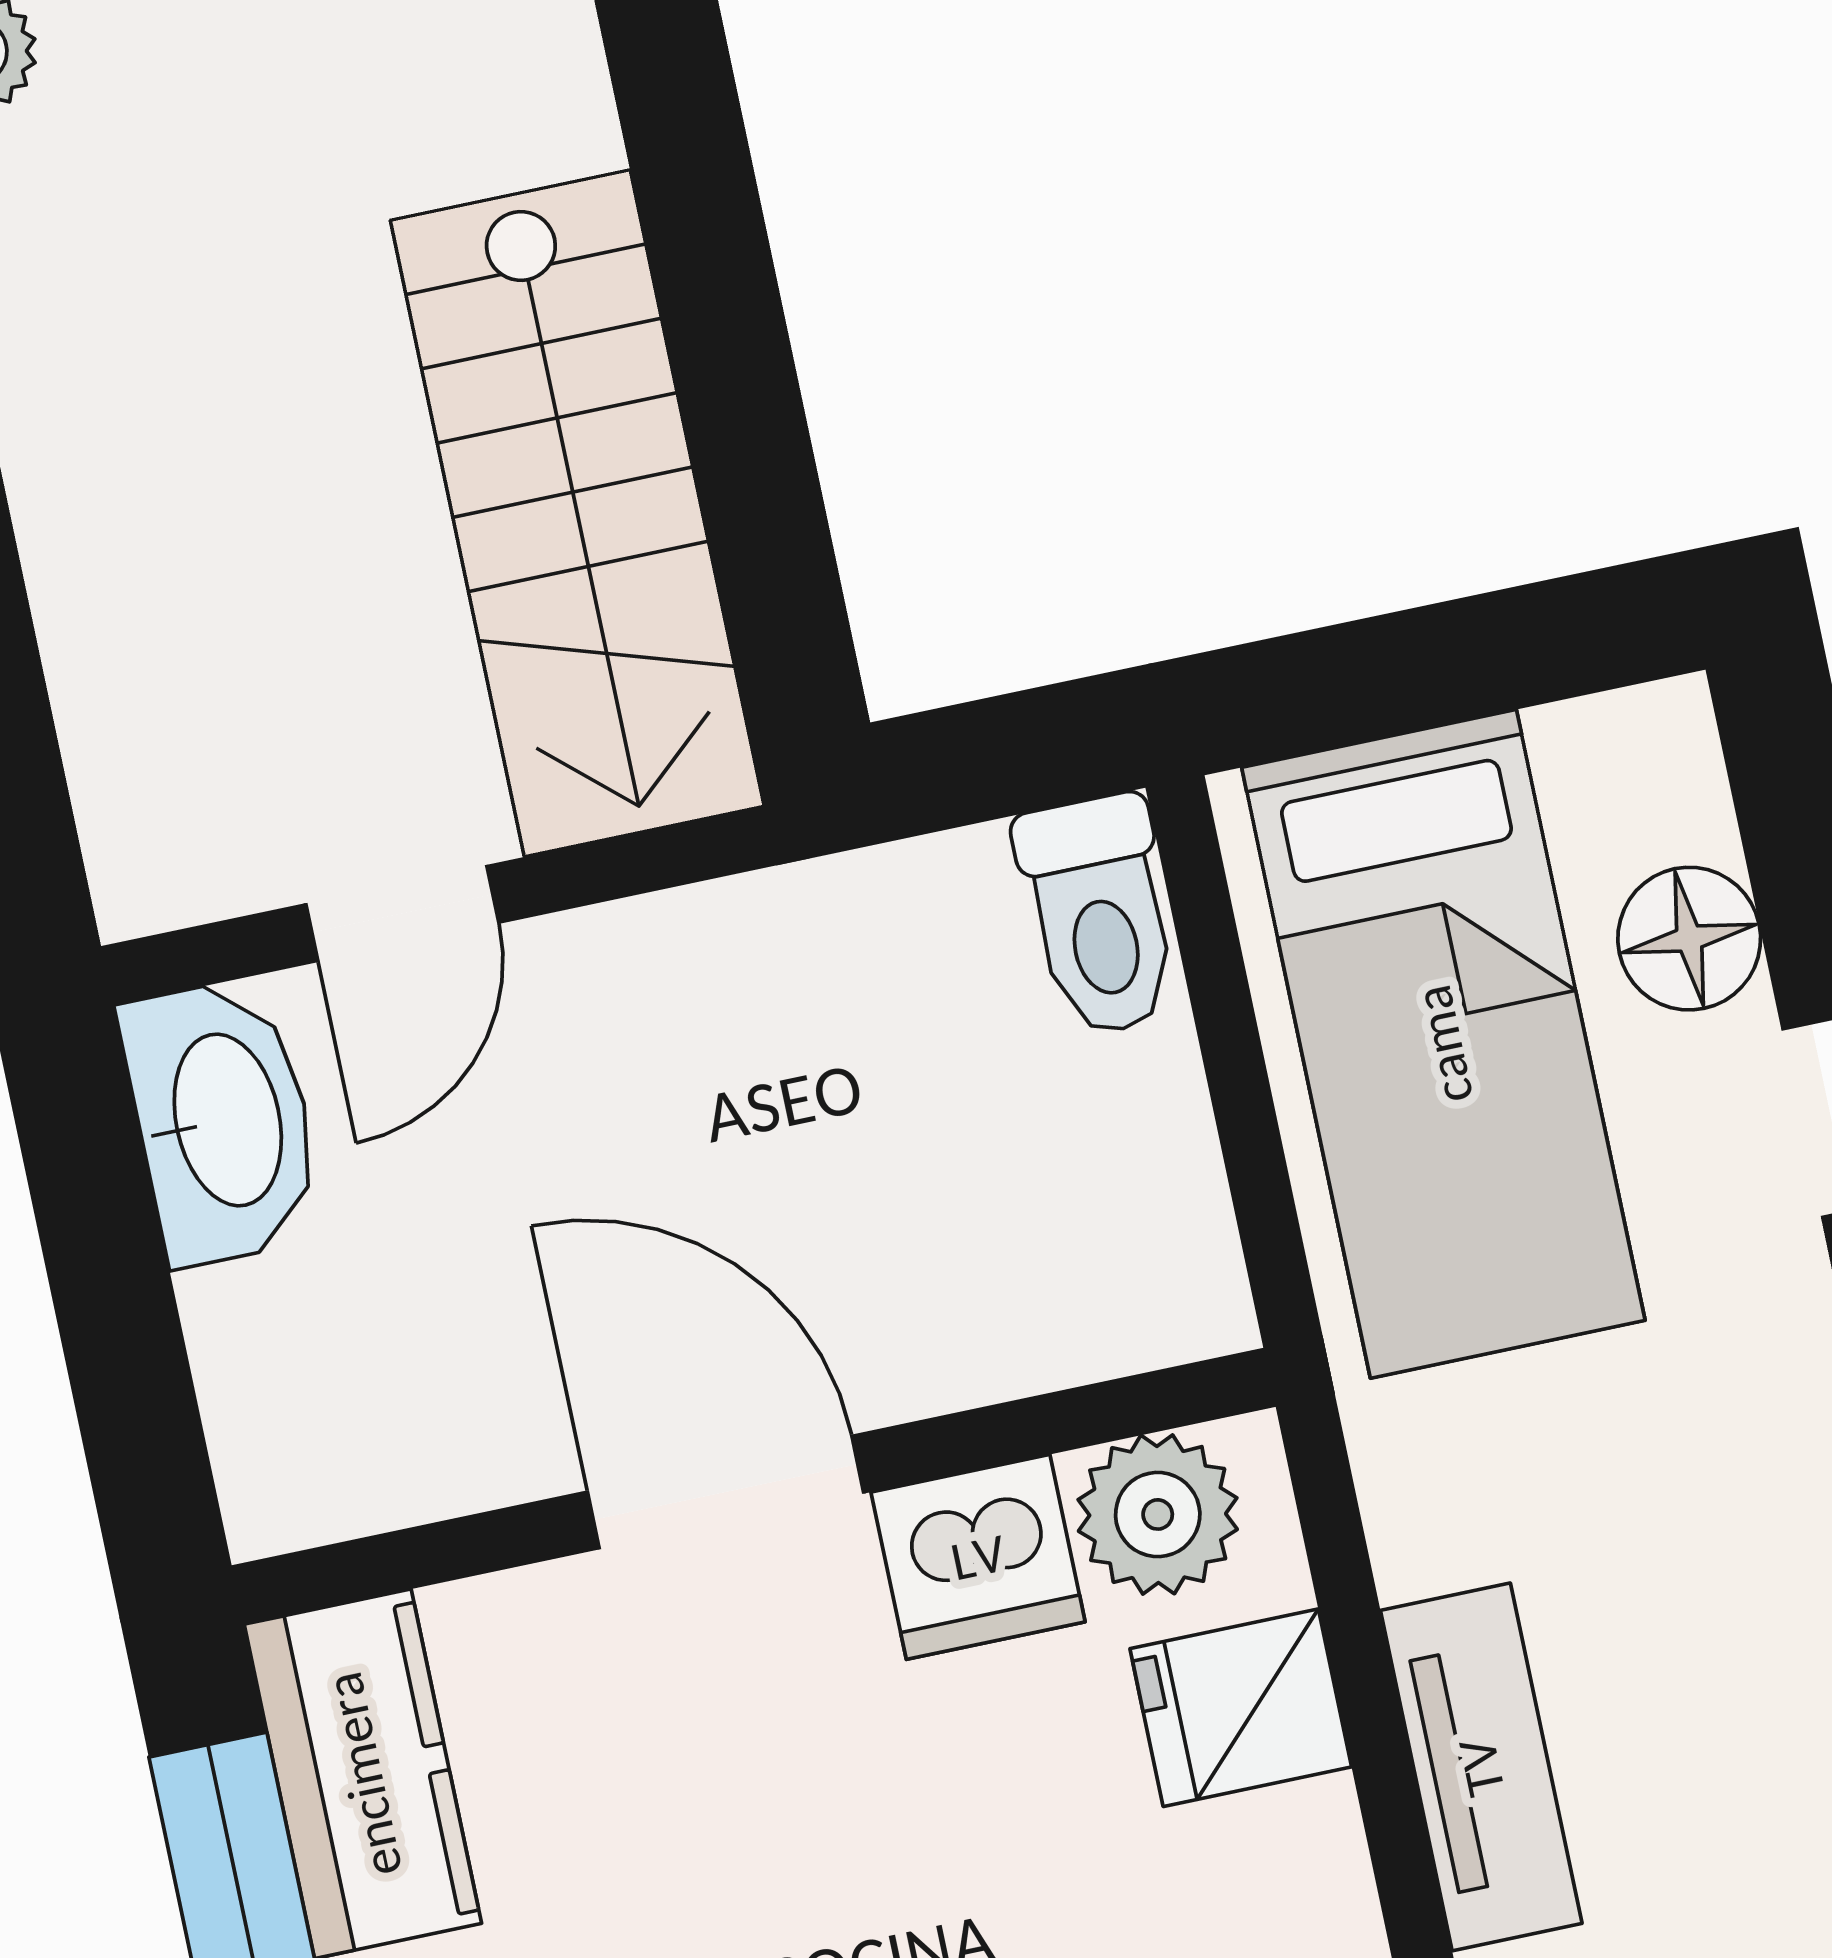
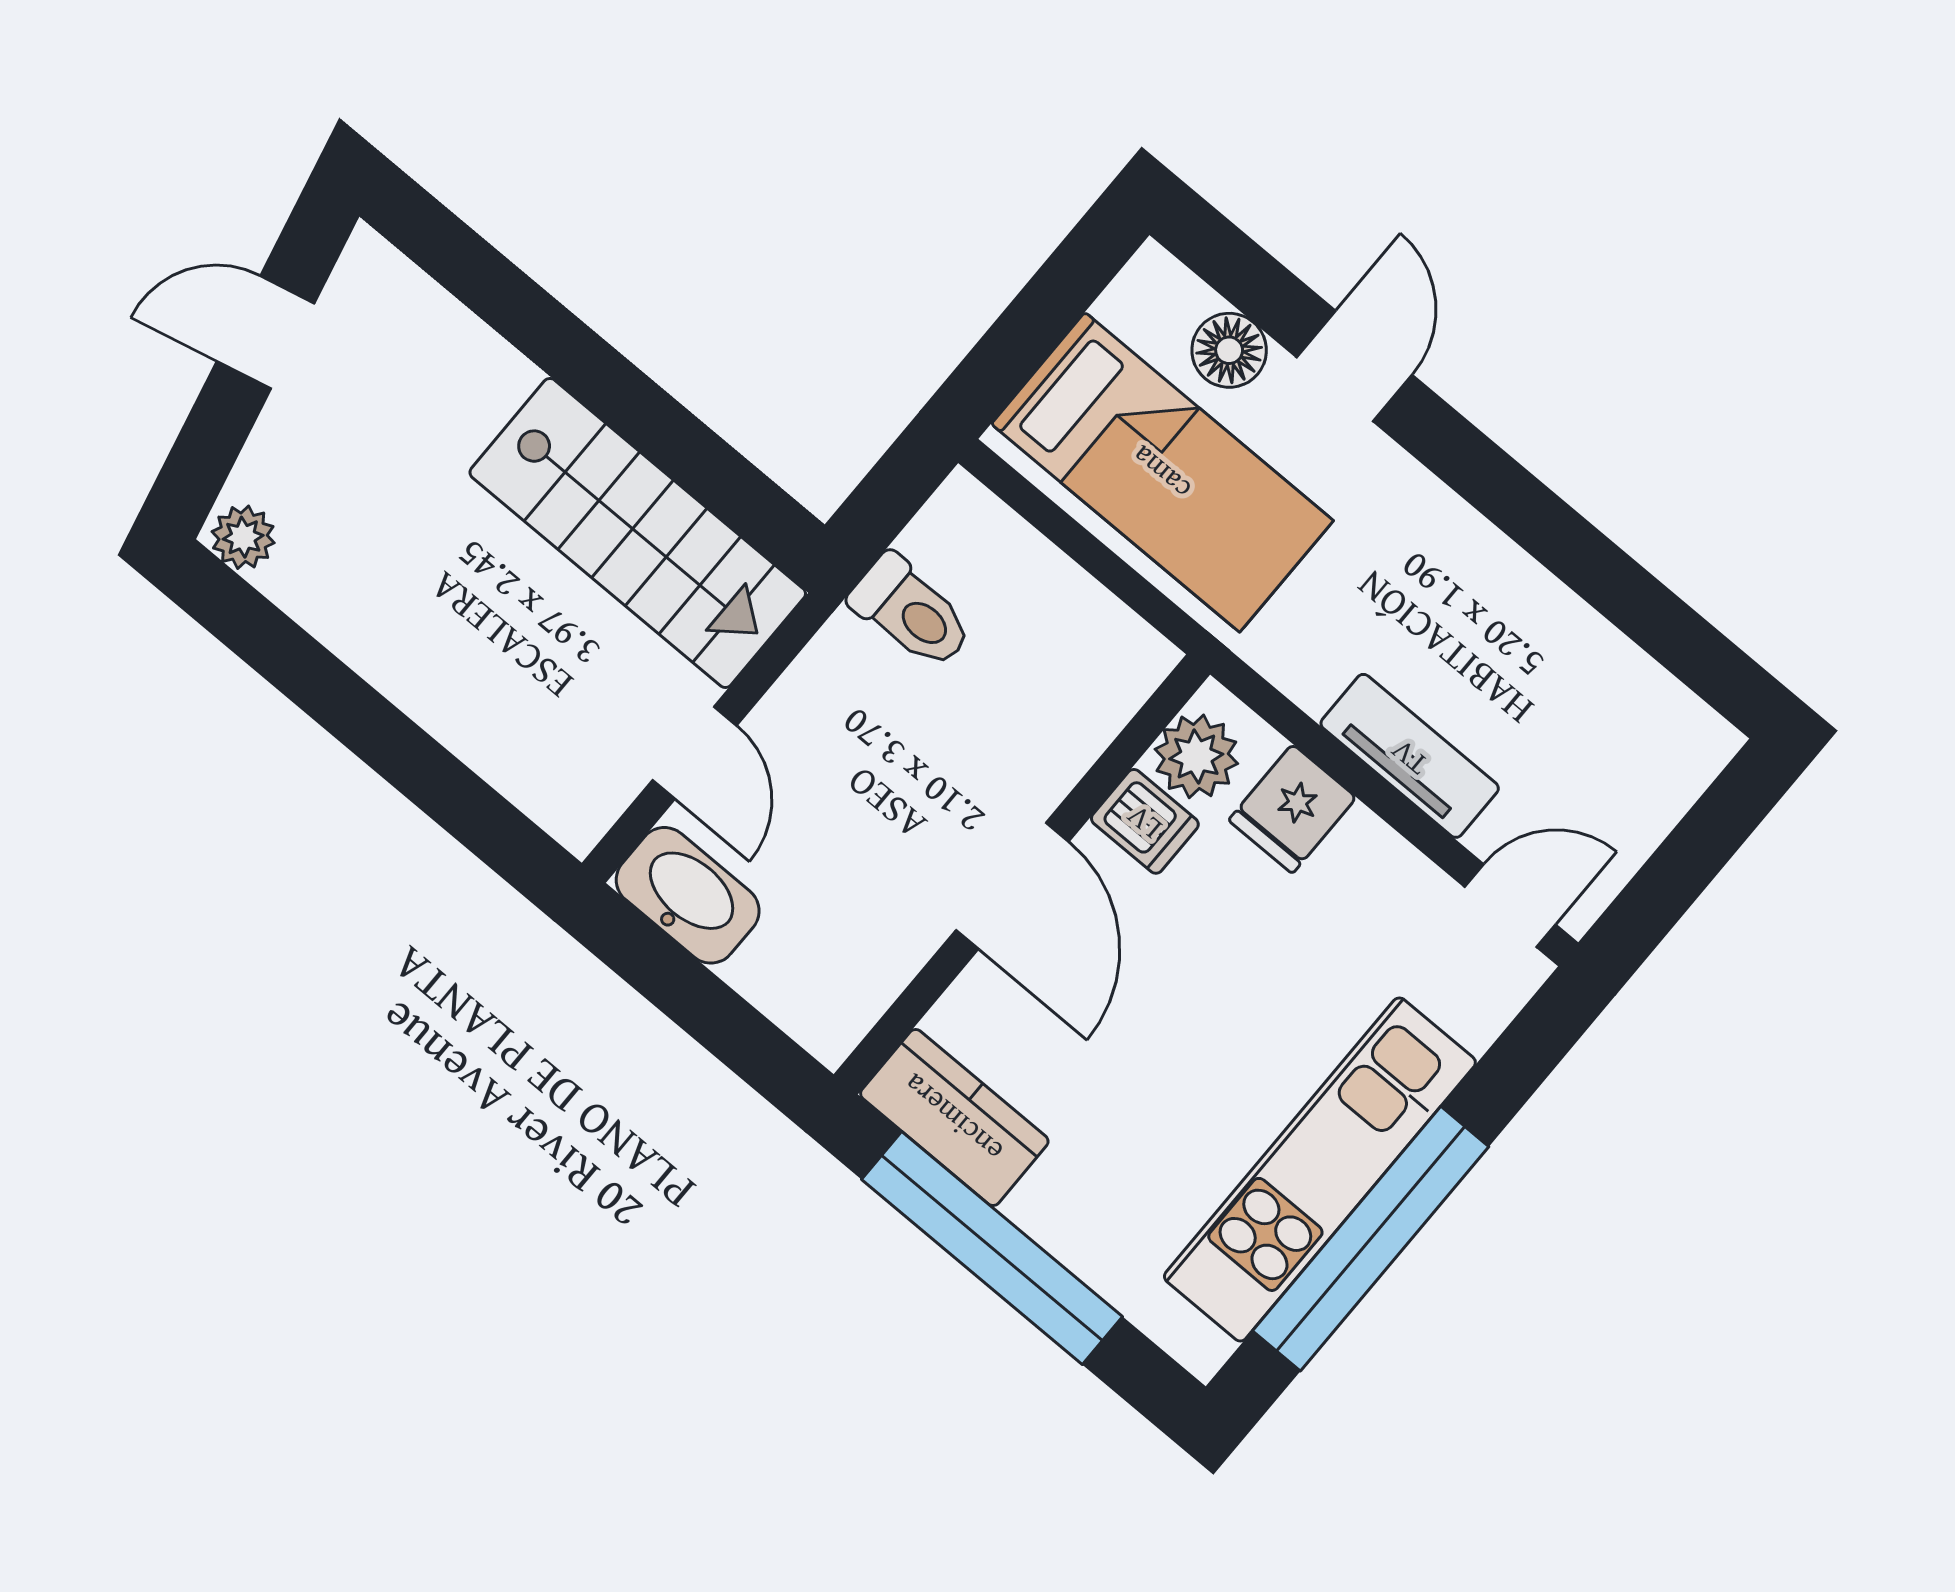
toilet: (1099, 915) -> (911, 612), moved
door: (726, 1492) -> (1012, 886), swing flipped
dishwasher: (978, 1557) -> (1145, 821), width x0.73

